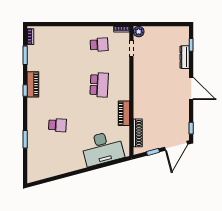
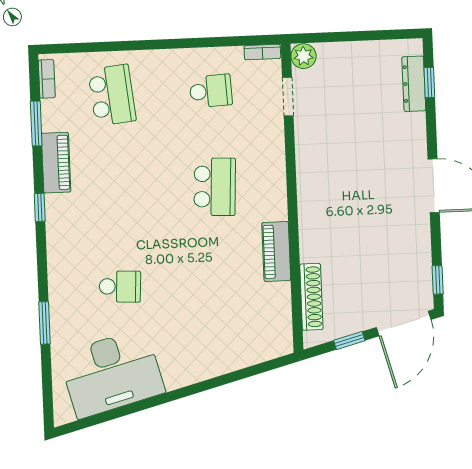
school desk: (57, 45) -> (112, 95), added
dresser: (185, 57) -> (414, 84), moved
piano: (33, 84) -> (56, 163), moved
desk: (102, 148) -> (112, 373), moved

